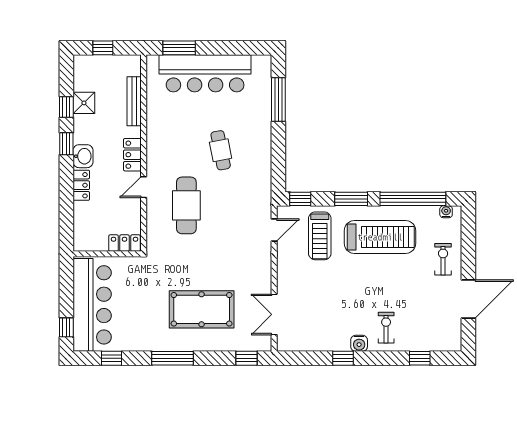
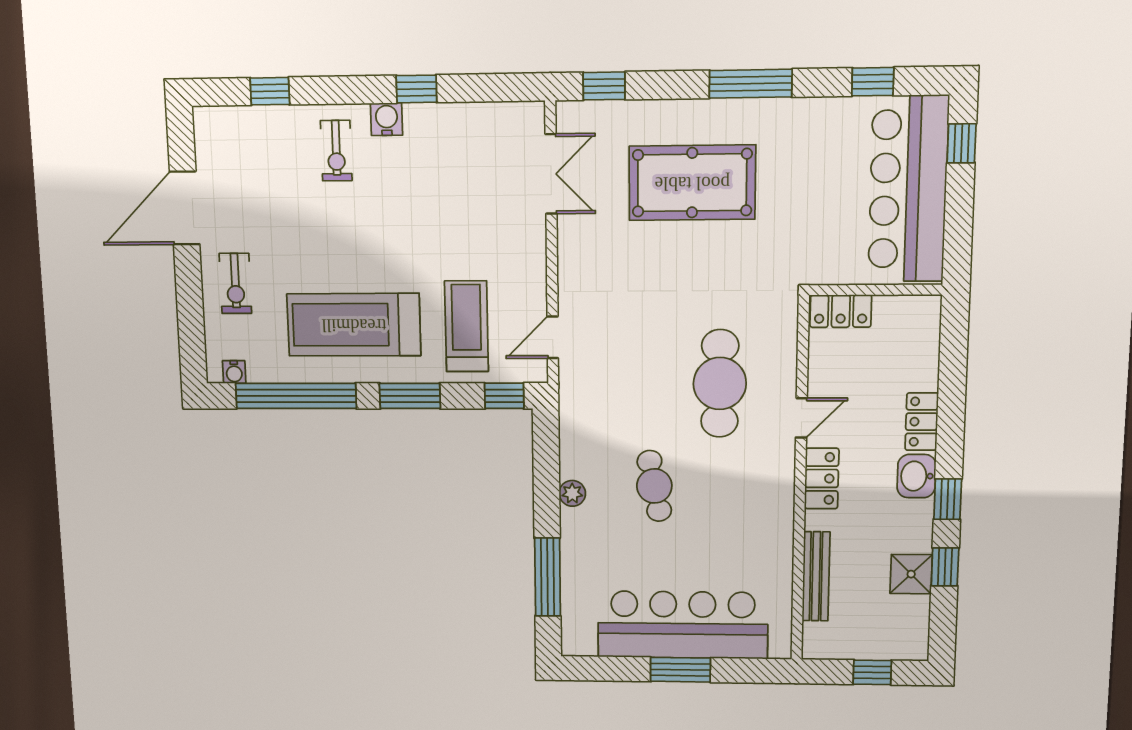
window: (179, 48) -> (680, 670), moved
plant: (265, 146) -> (572, 493), added

